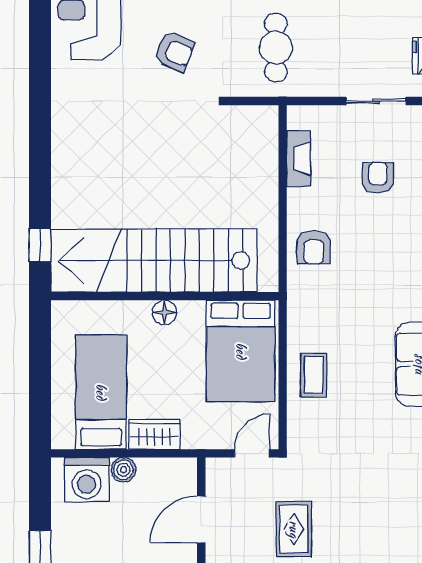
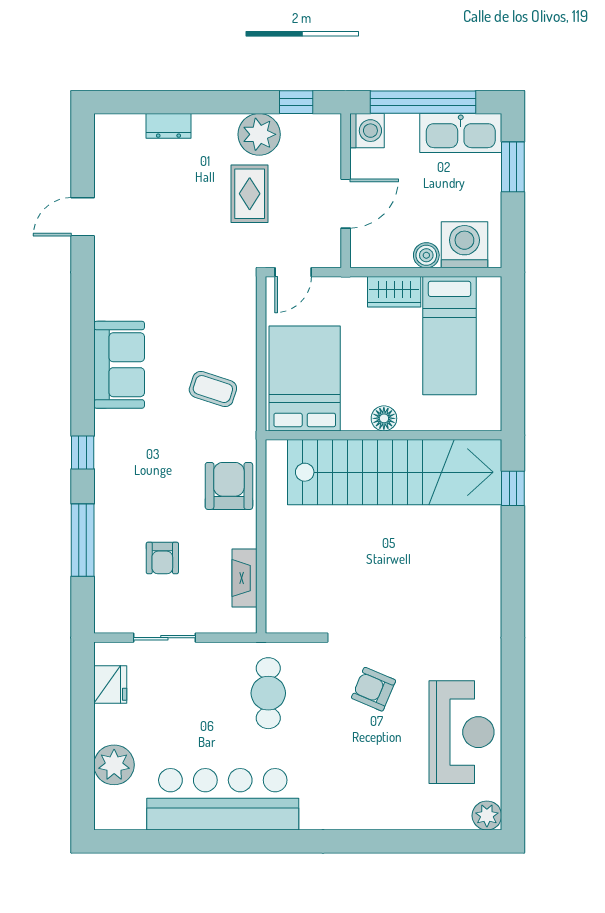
armchair: (314, 247) -> (229, 486), width x1.38, depth x1.38
coffee table: (314, 375) -> (213, 389), moved, turned -72

